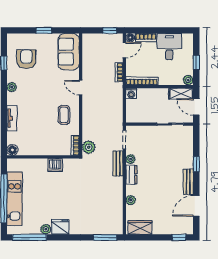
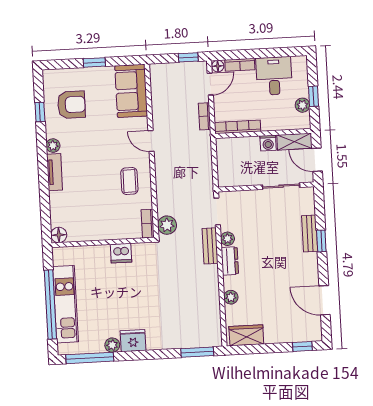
armchair: (26, 59) -> (71, 105), turned 90
plant: (188, 80) -> (302, 105), moved
washing machine: (131, 93) -> (268, 143), moved
tv unit: (12, 118) -> (55, 172), moved
bench: (188, 182) -> (310, 234), moved
door: (196, 206) -> (325, 300), hinge flipped

